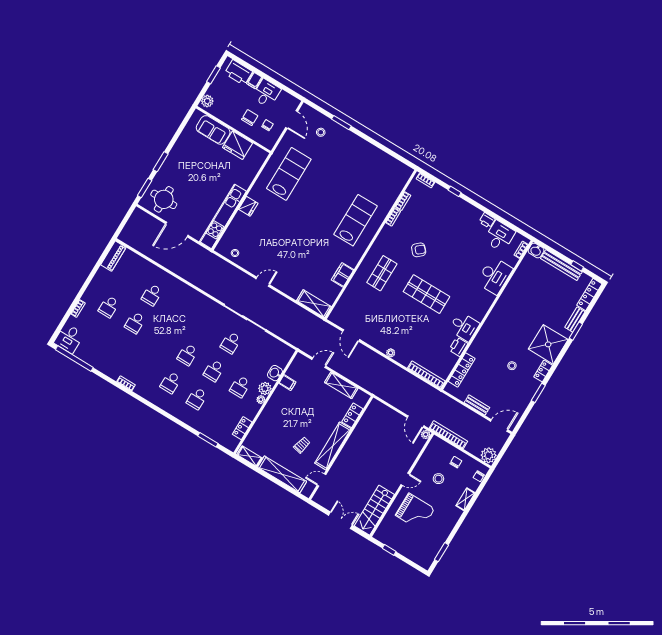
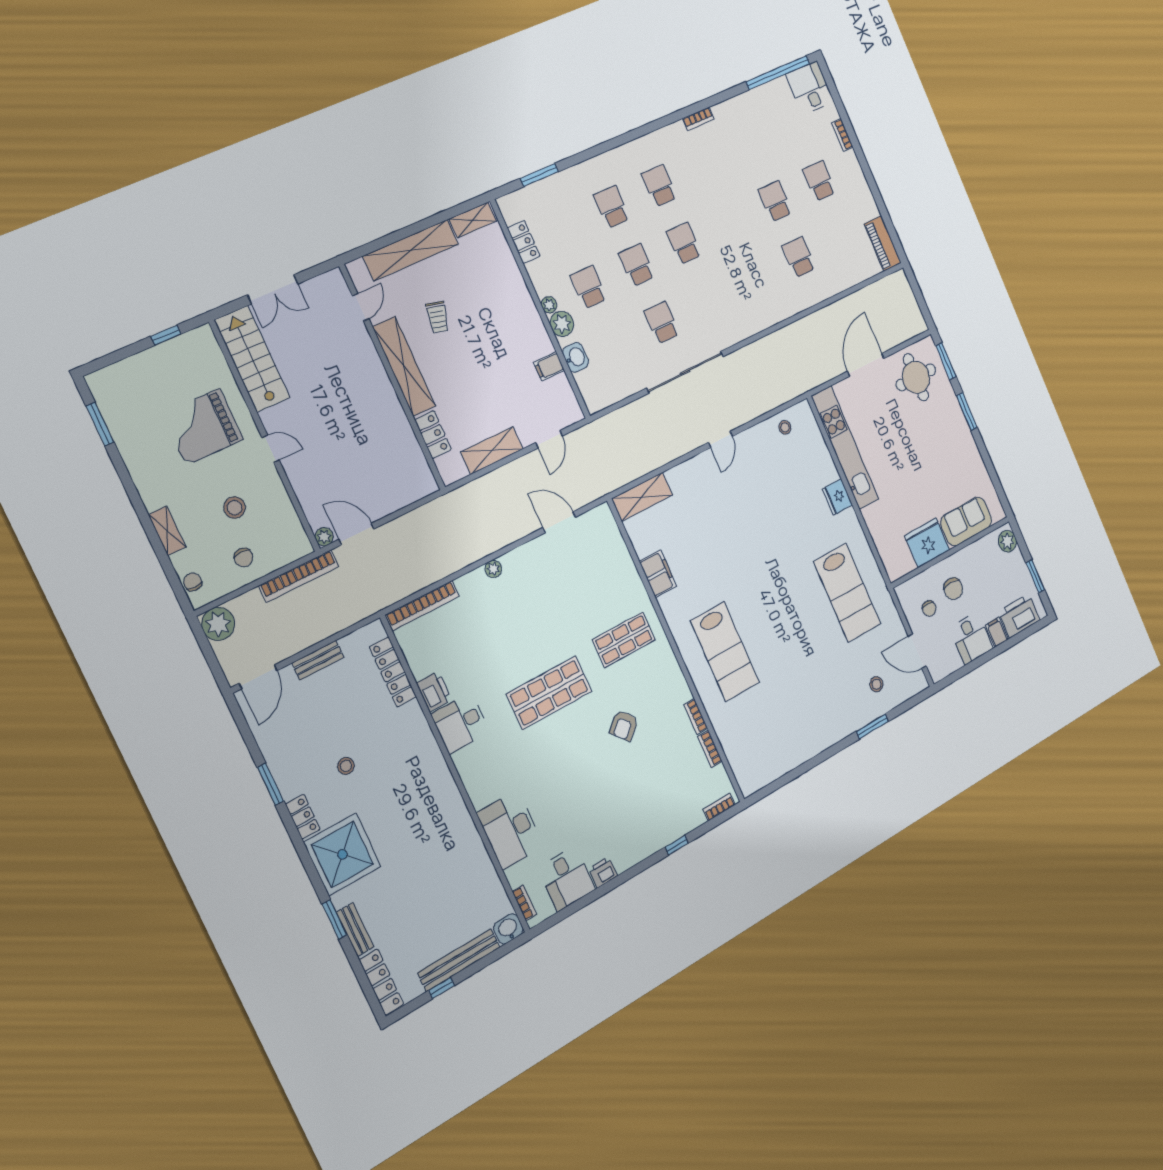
shop shelf: (382, 273) -> (624, 640), turned 90
door: (405, 479) -> (271, 449), swing flipped

